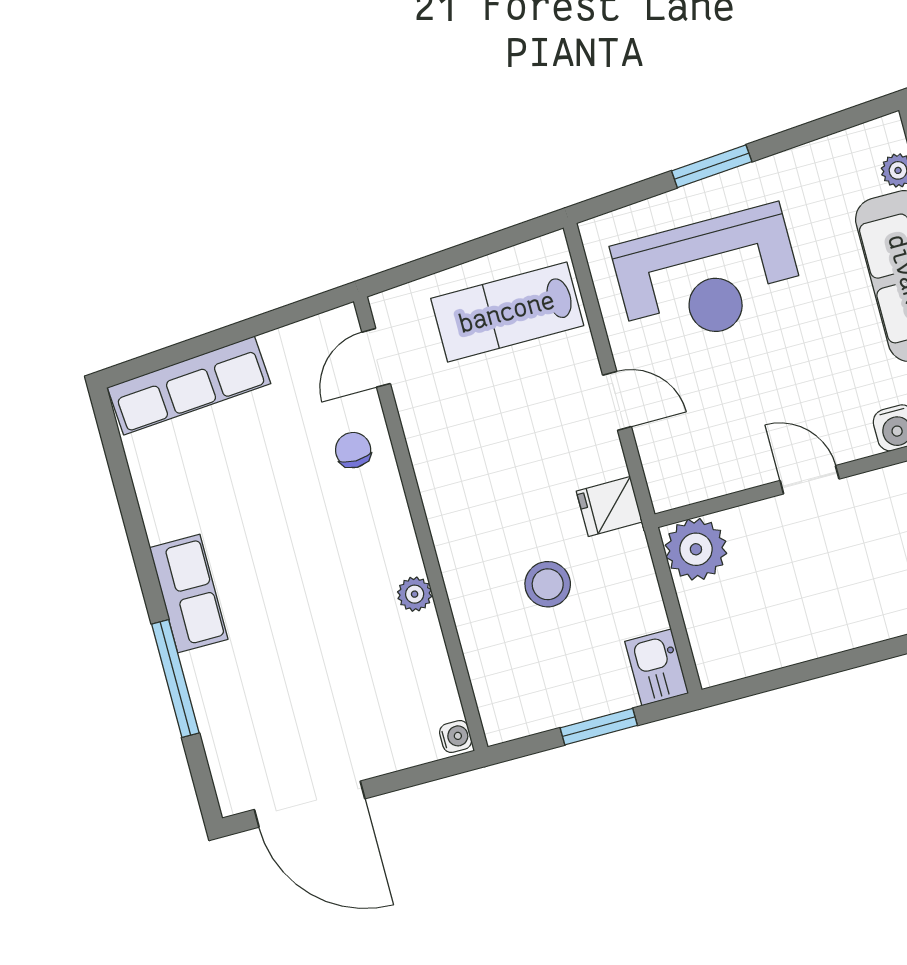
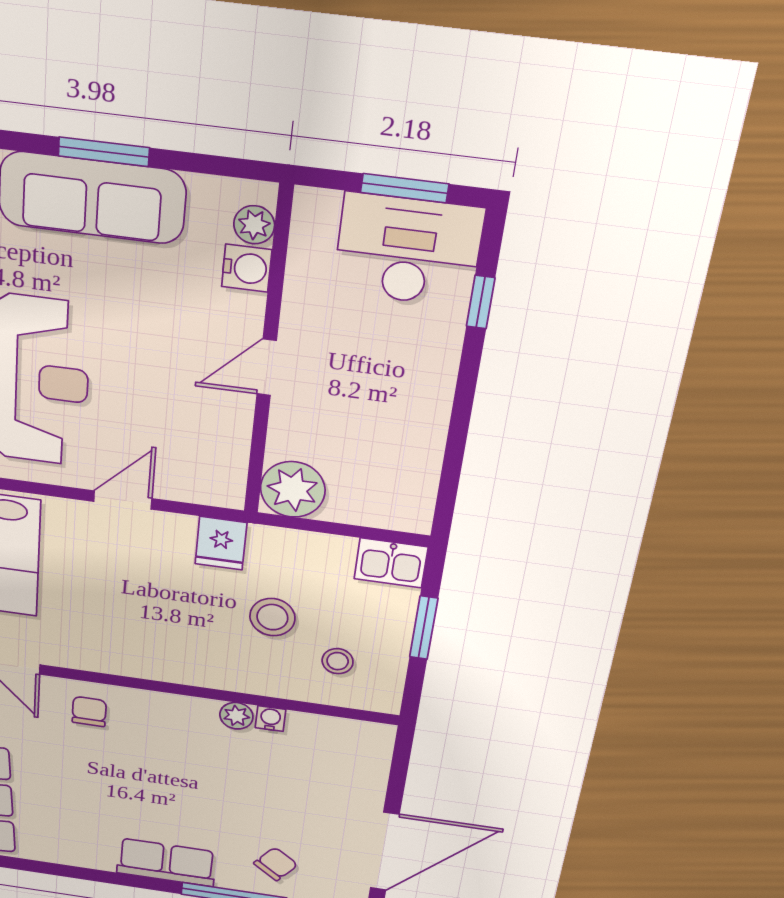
chair: (353, 450) -> (89, 711), turned 90
stool: (524, 664) -> (338, 661), added
chair: (240, 704) -> (276, 864), added
water cooler: (456, 736) -> (270, 719), moved

